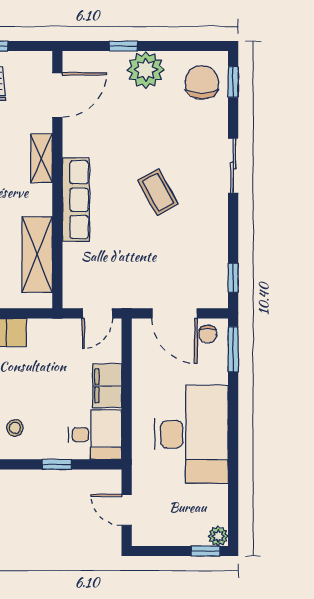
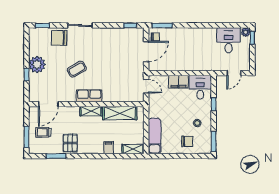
chair: (202, 82) -> (59, 38), moved
door: (57, 95) -> (48, 104), swing flipped
shelving: (42, 158) -> (91, 111), moved
coffee table: (158, 192) -> (77, 69), moved
row of seats: (76, 200) -> (89, 96), width x0.68
desk: (191, 434) -> (229, 40), moved, width x0.53, depth x0.77

